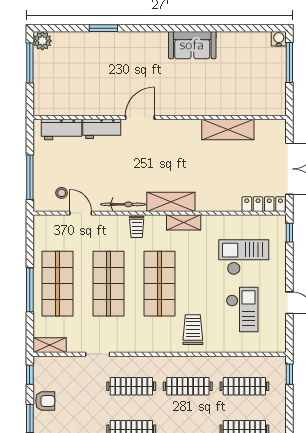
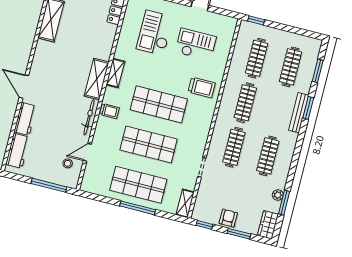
trolley: (193, 330) -> (202, 87), turned 180

